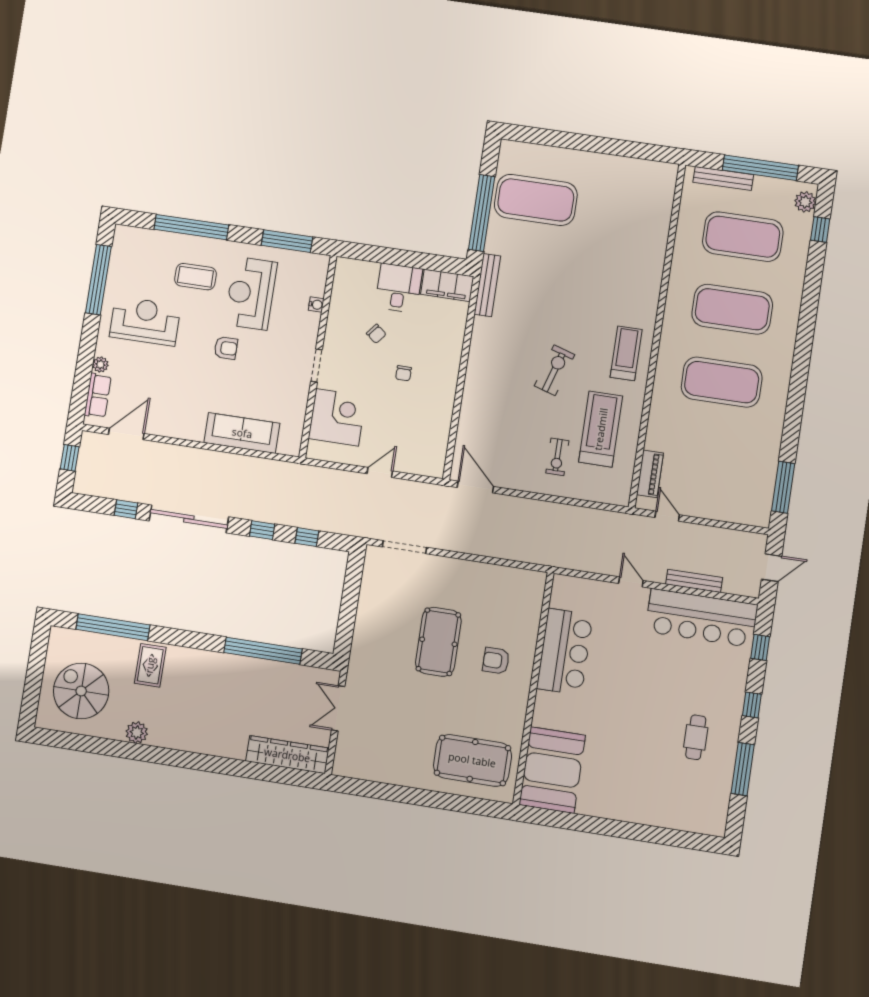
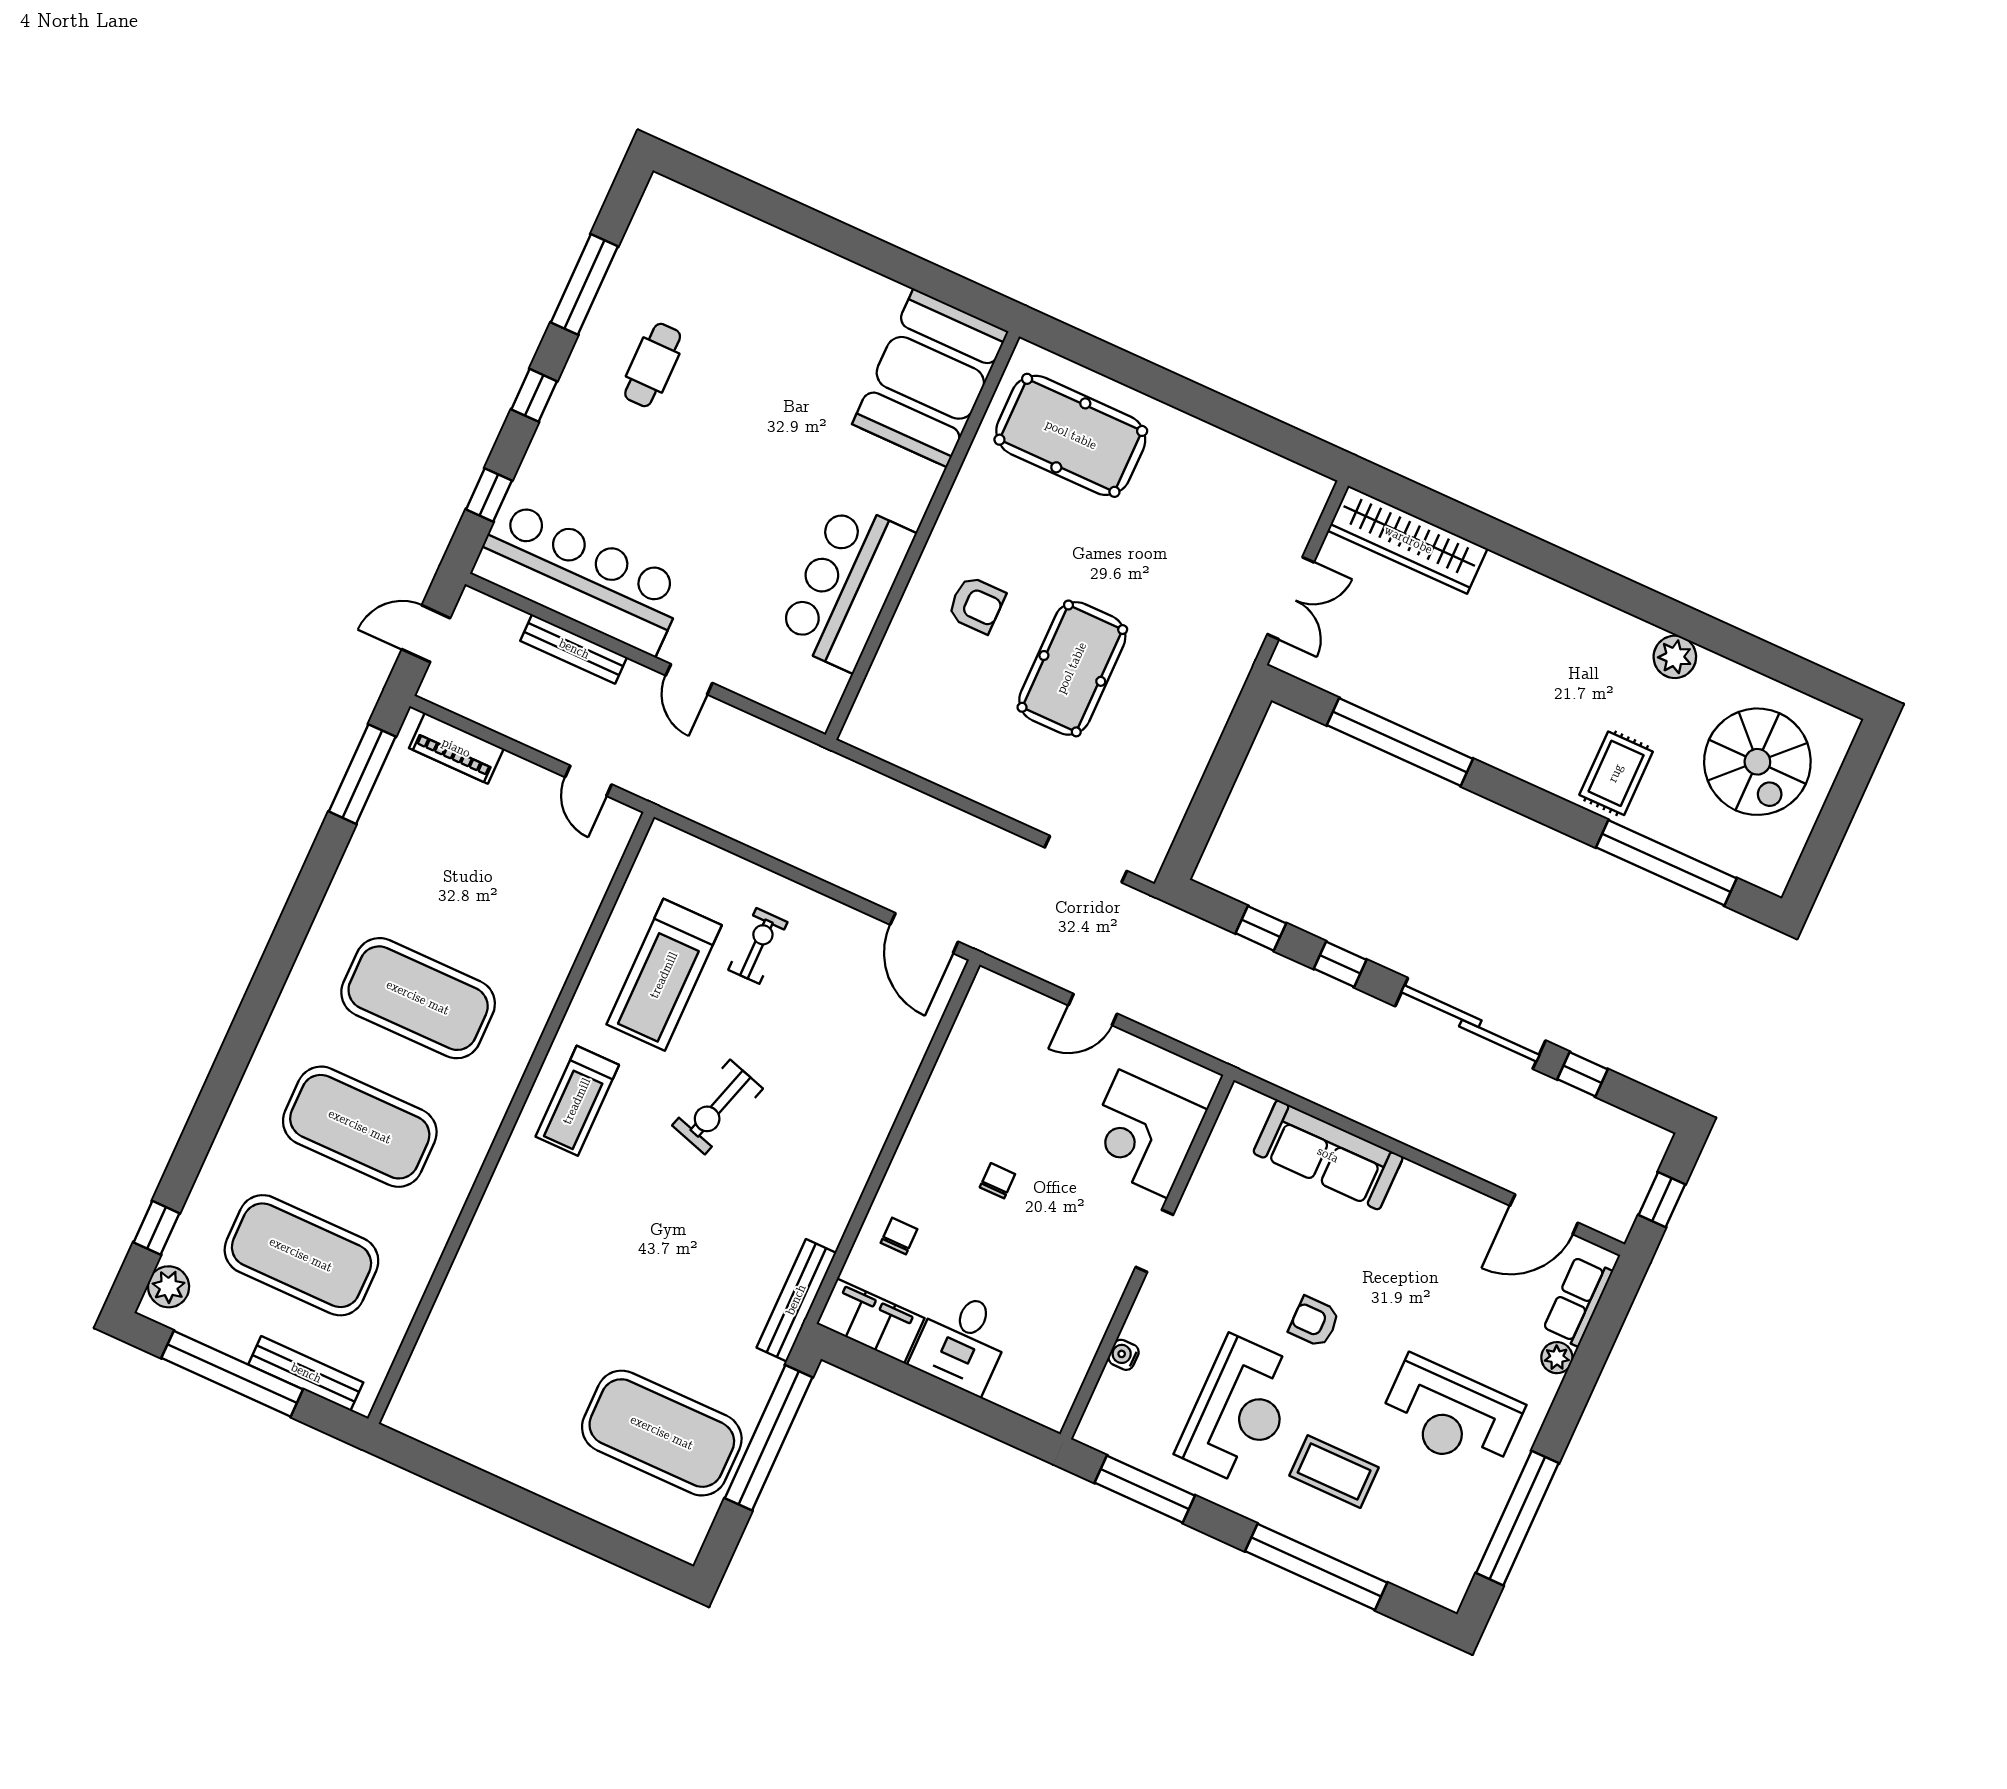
chair: (376, 334) -> (899, 1236), moved, turned 51
piano: (650, 474) -> (456, 748), moved, turned -90

